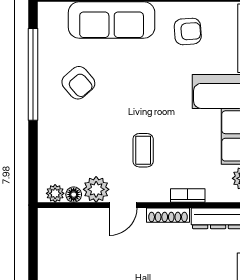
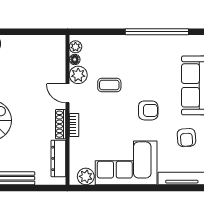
armchair: (78, 83) -> (148, 110), moved, turned -139
coffee table: (143, 150) -> (109, 85), moved
bookcase: (188, 195) -> (74, 125), moved

